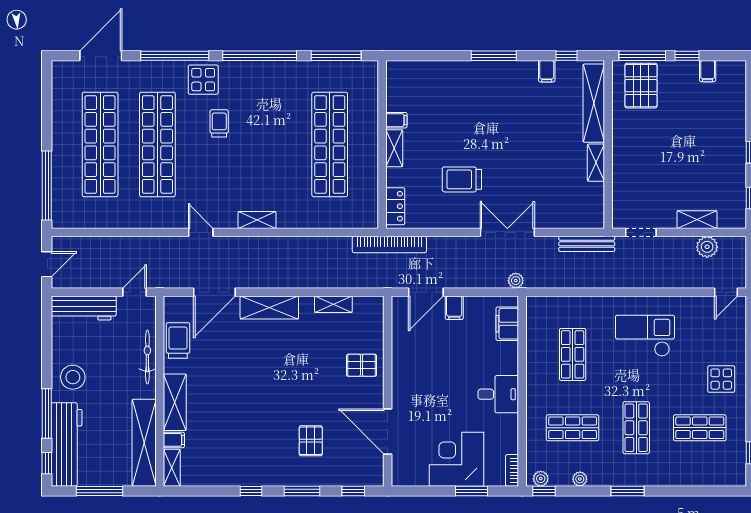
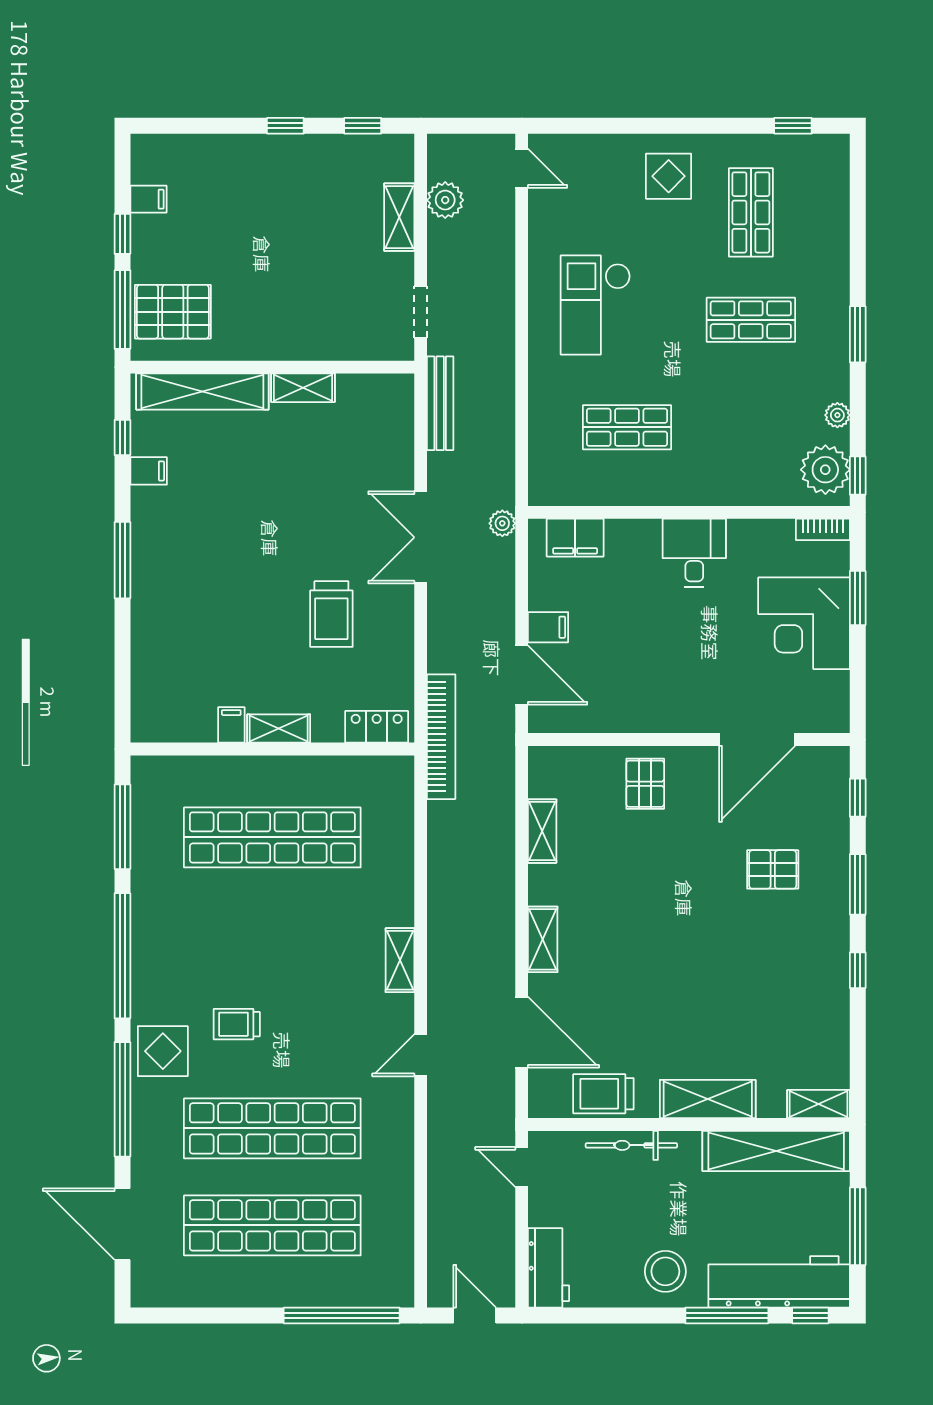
shelving: (269, 307) -> (543, 939), width x0.67, depth x0.75
workbench: (84, 308) -> (548, 1268), width x0.73
shop shelf: (573, 428) -> (751, 427), removed
filing cabinet: (174, 440) -> (771, 1101), removed
plant: (541, 479) -> (825, 470), width x1.88, depth x1.88

